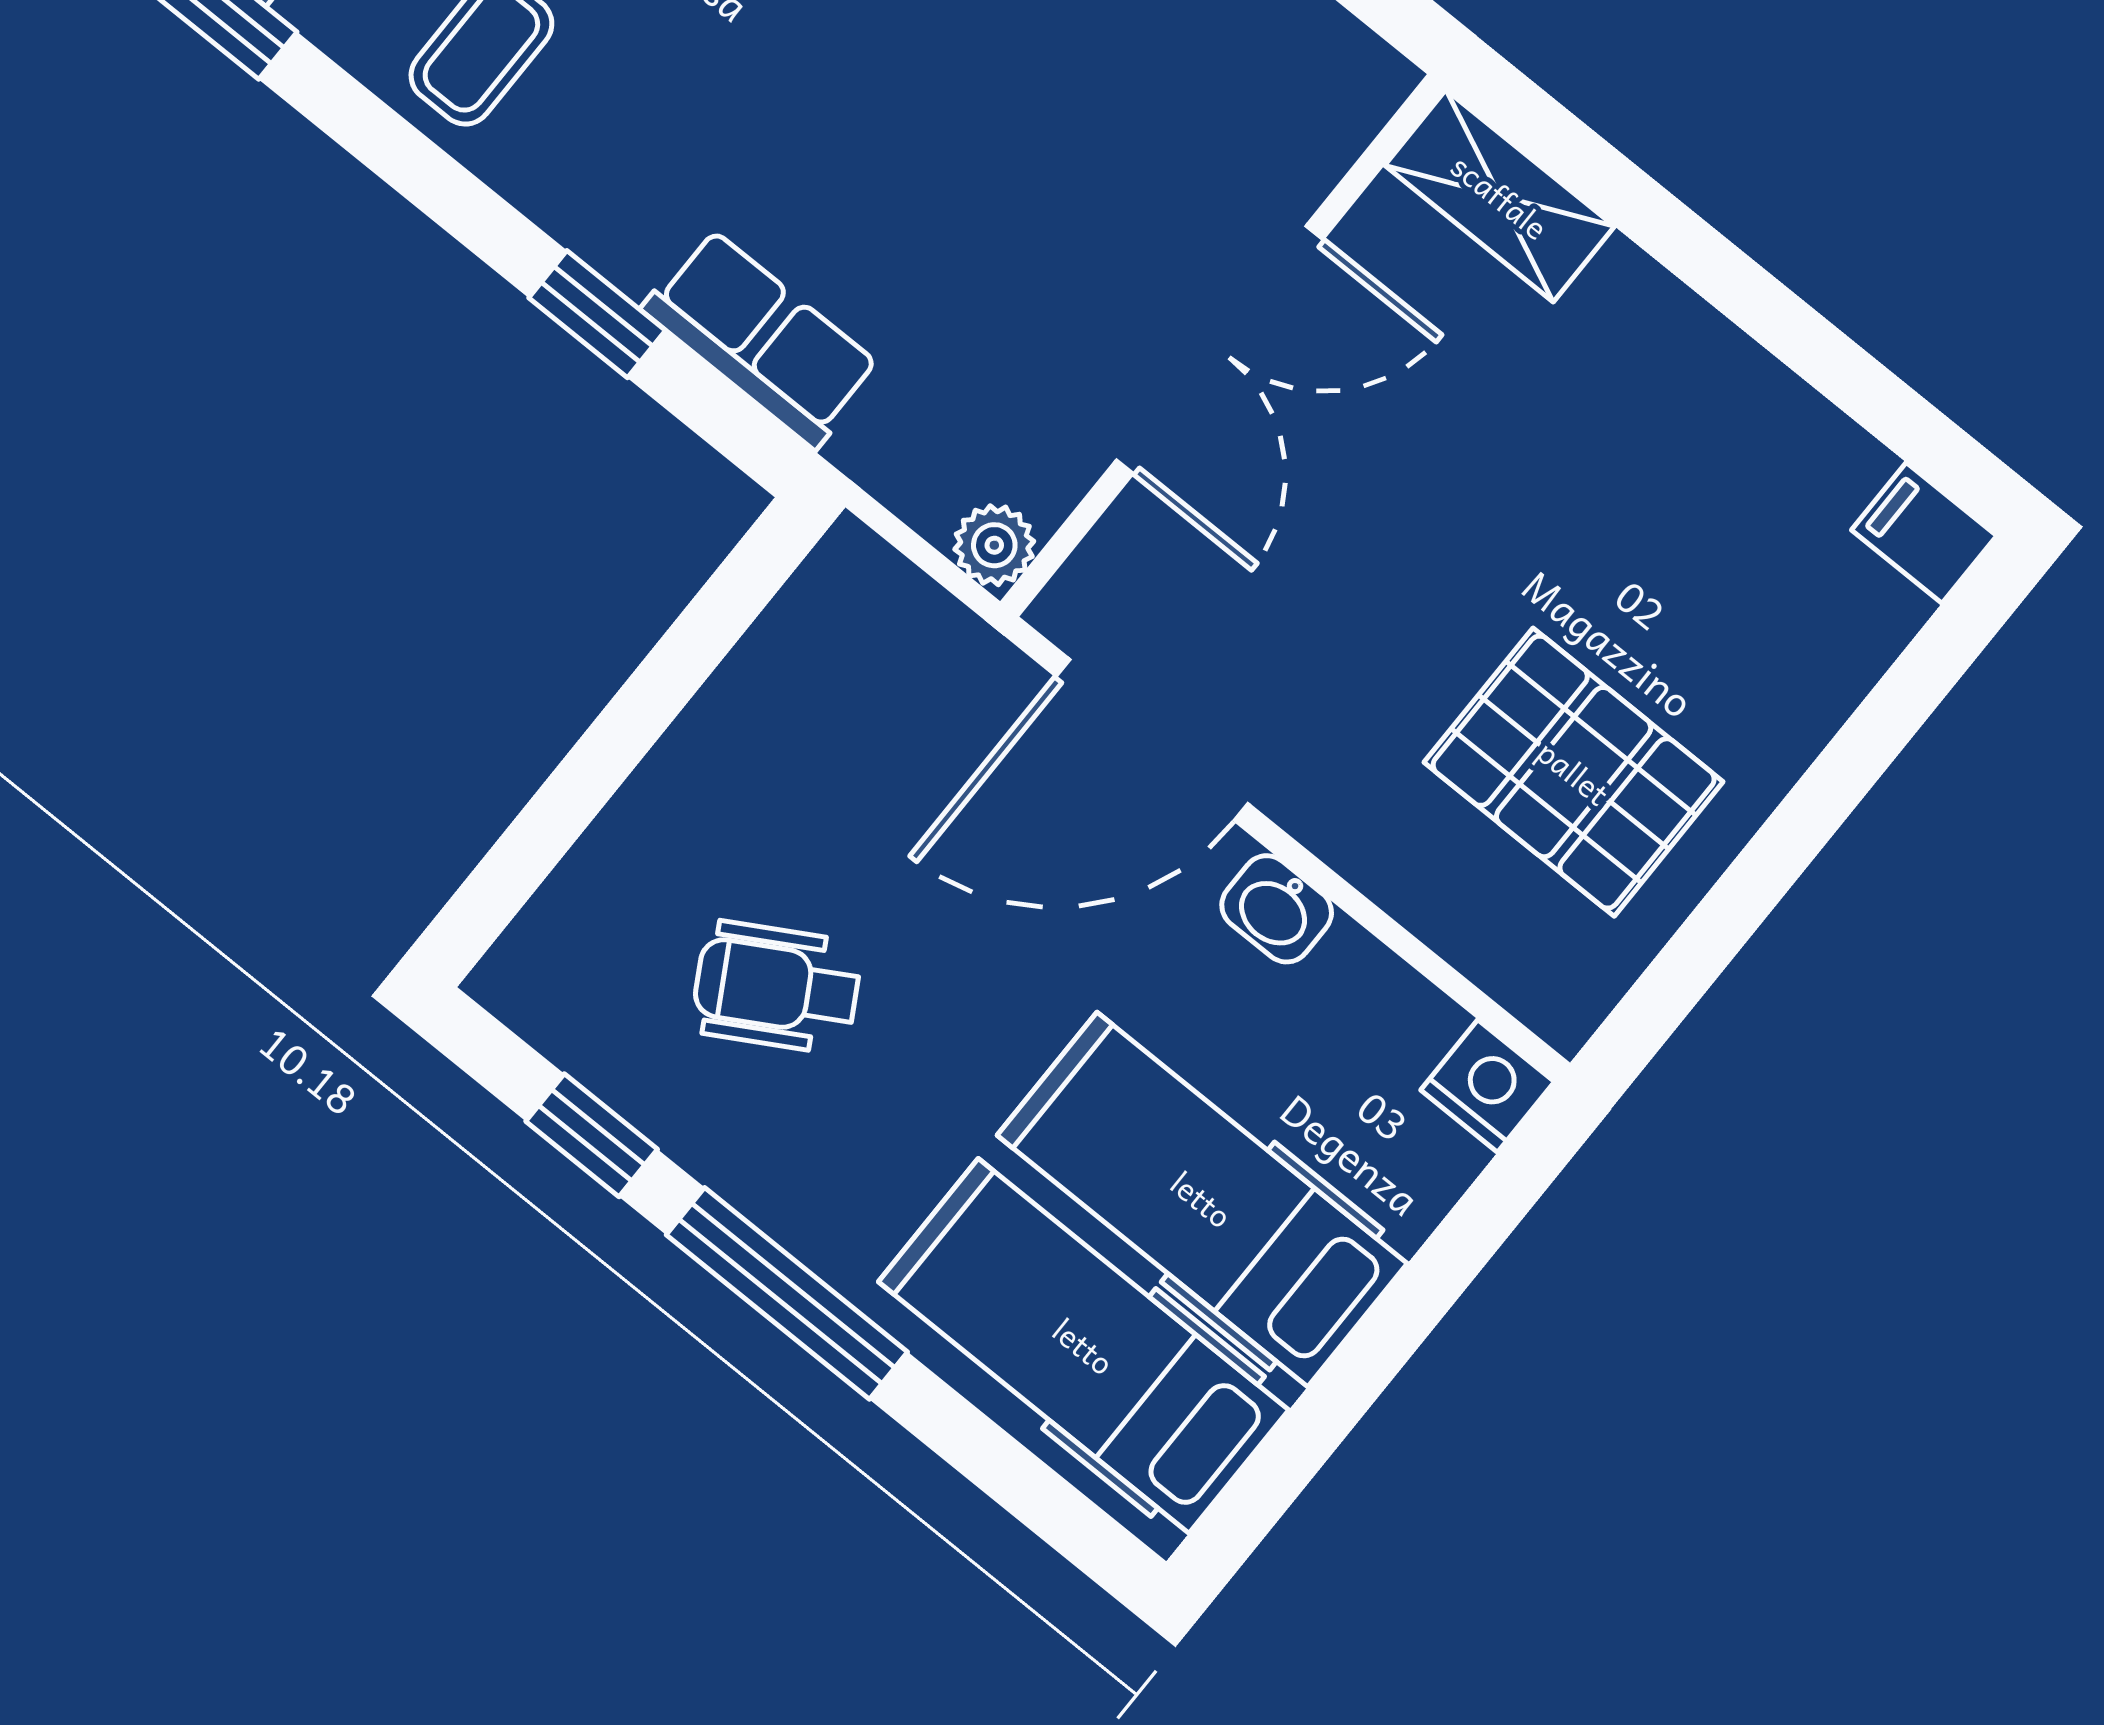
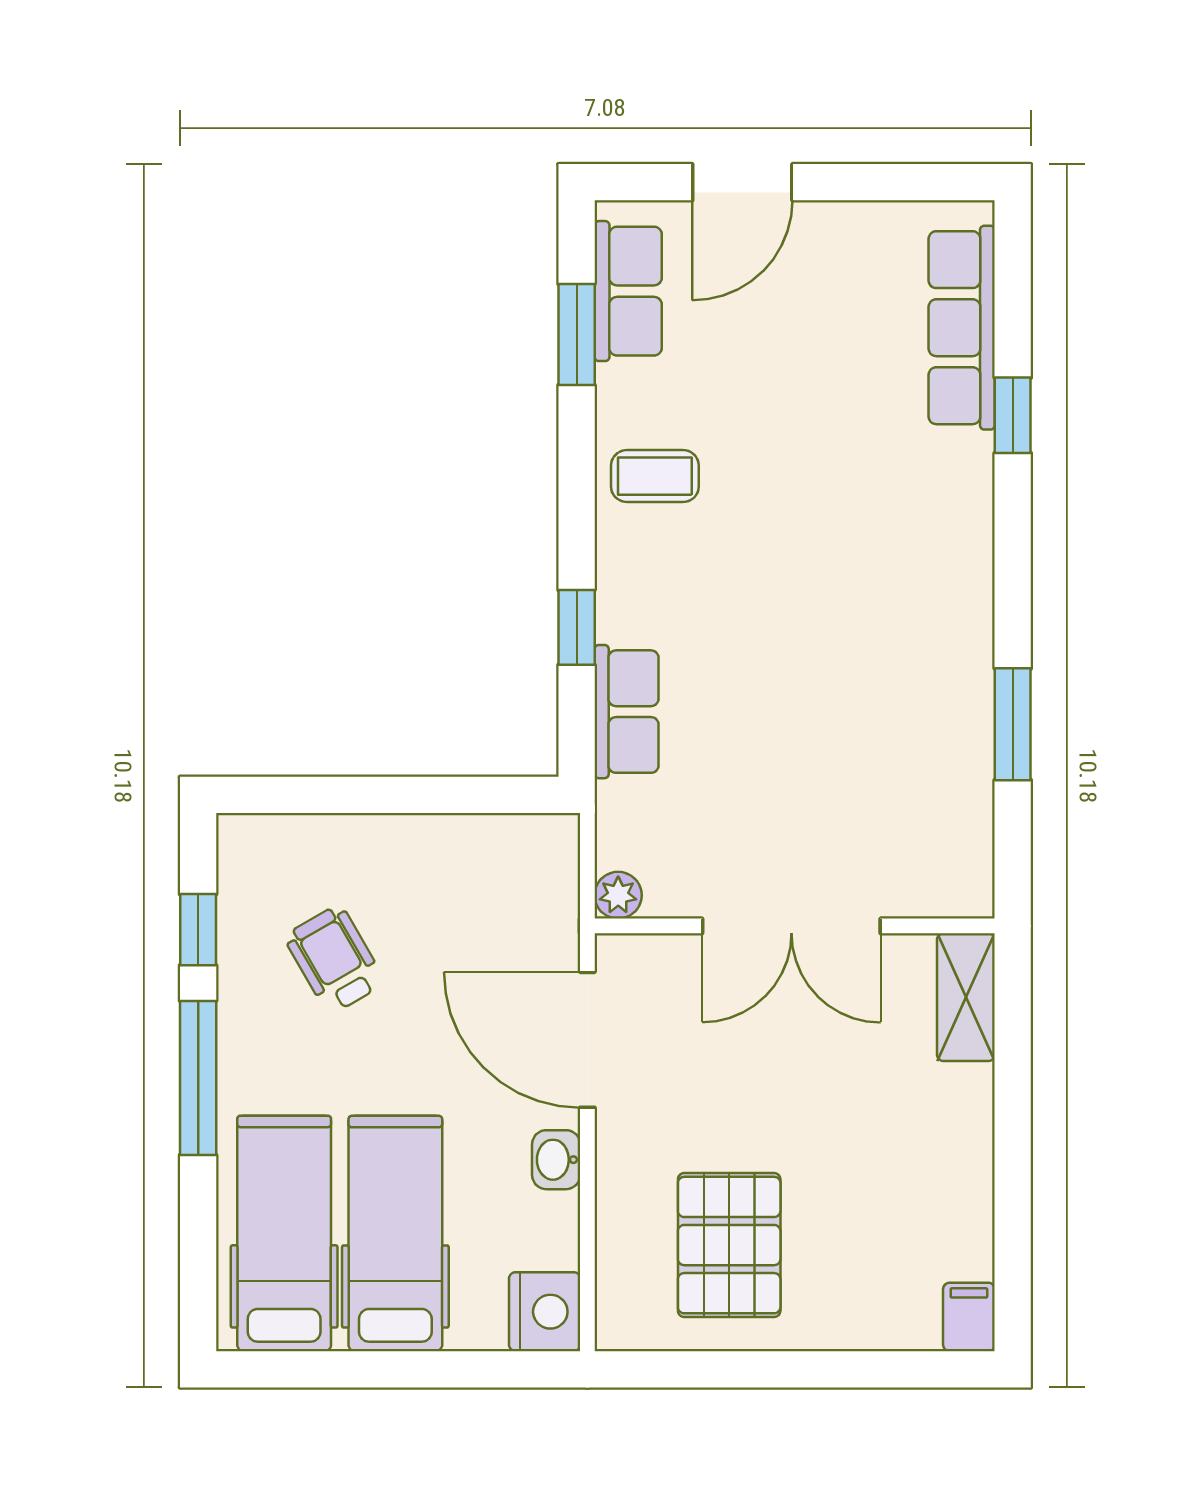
nightstand: (1488, 1086) -> (545, 1312), width x1.36, depth x1.33

